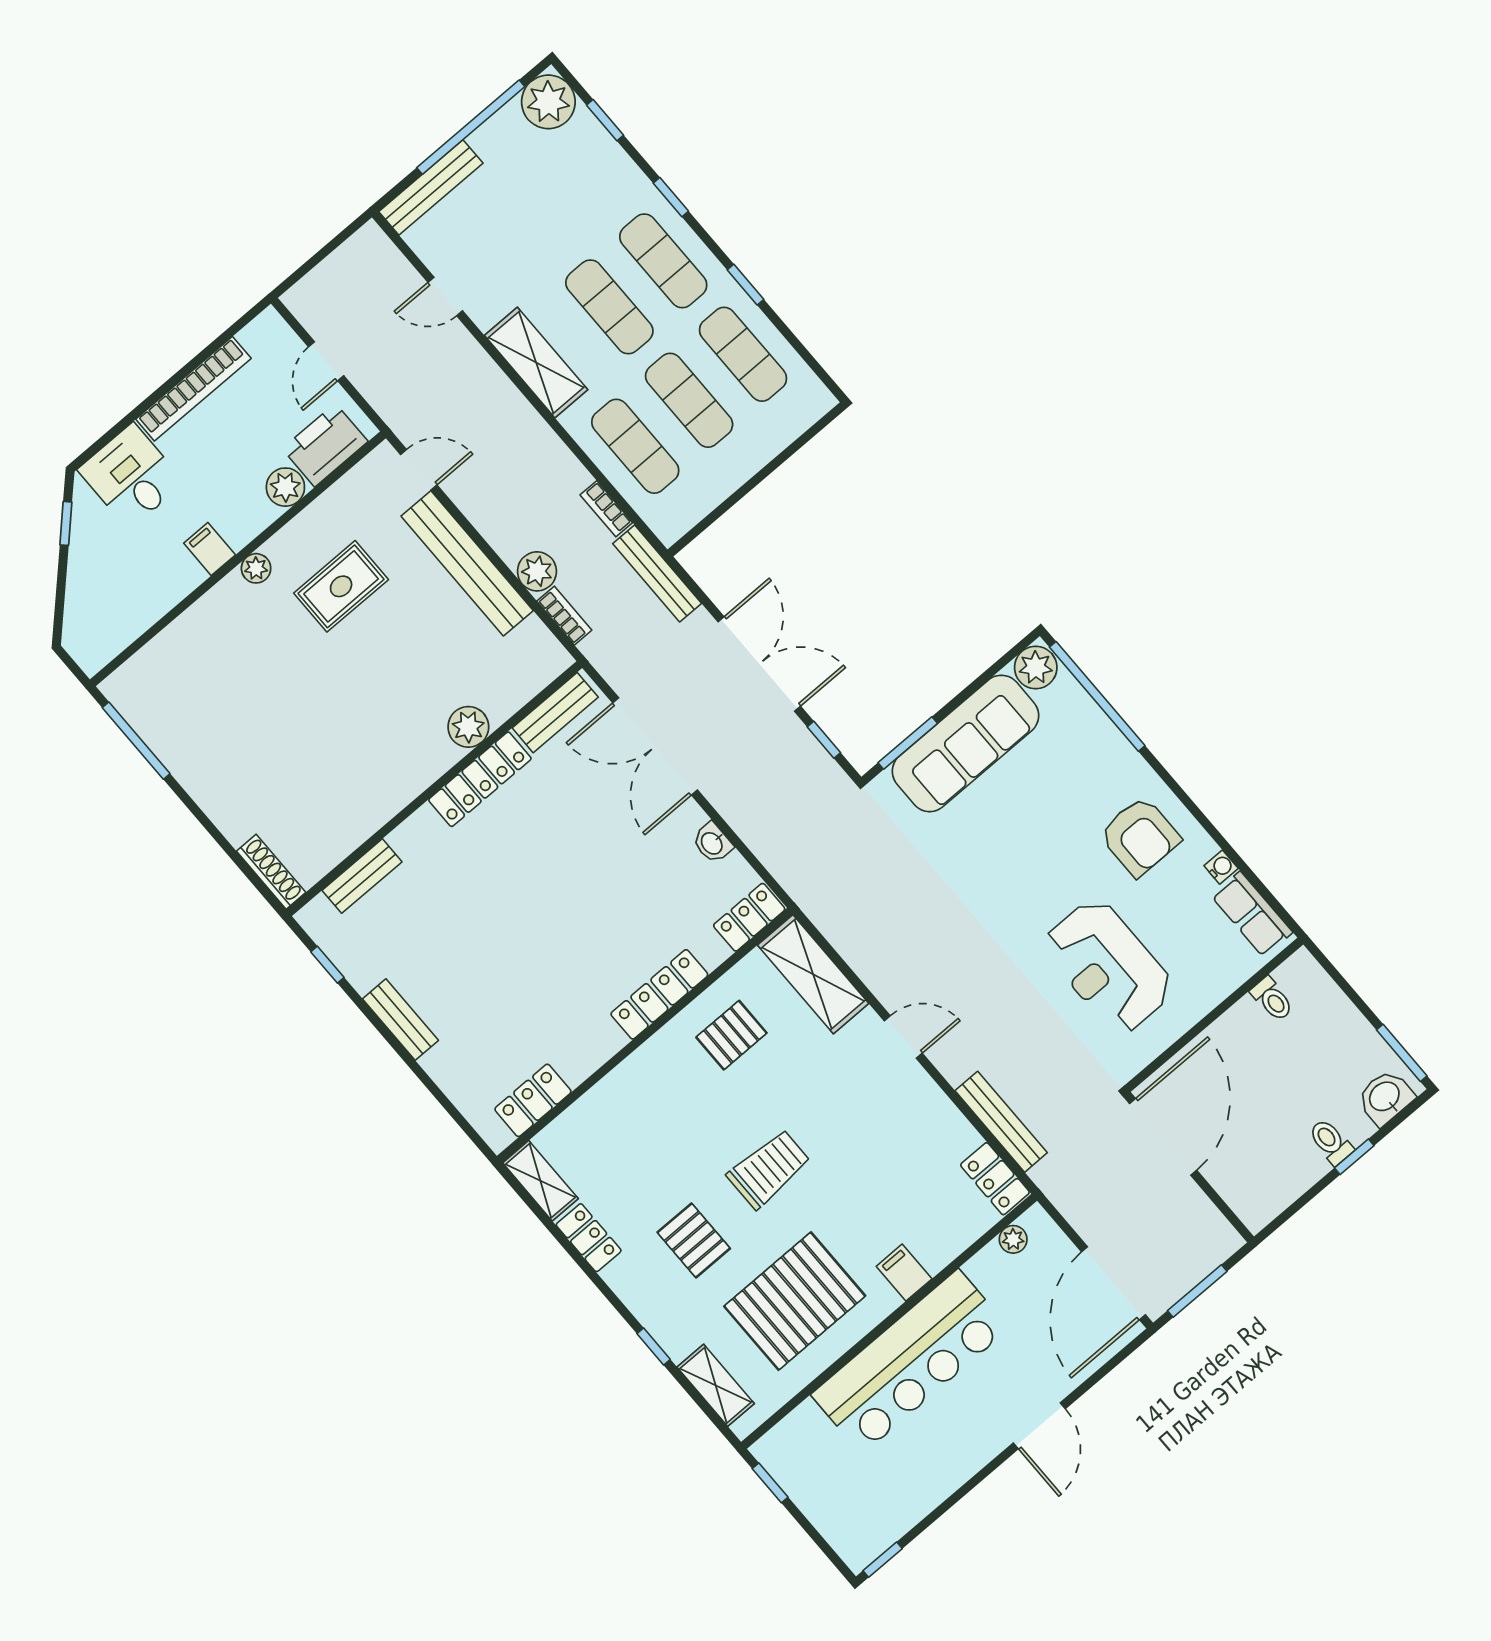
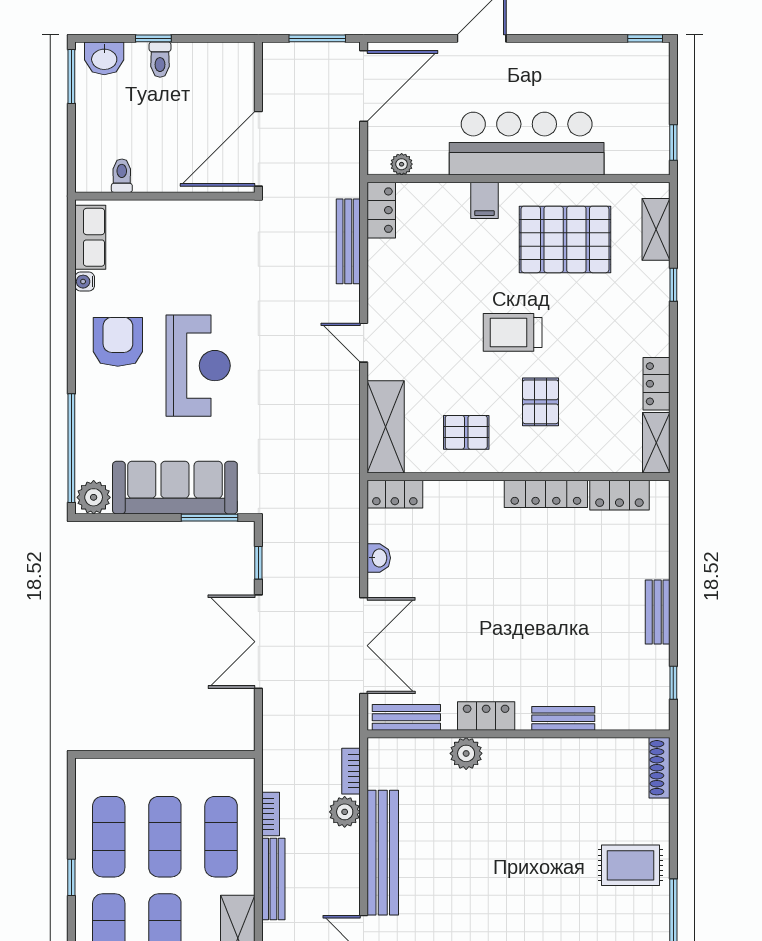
bench: (657, 573) -> (273, 879), moved
rug: (341, 586) -> (631, 865), moved
locker: (480, 779) -> (486, 716), width x0.66
bench: (362, 876) -> (563, 718), moved
reception desk: (1108, 966) -> (198, 366), moved
locker: (659, 994) -> (546, 494), moved
pallet: (694, 1240) -> (541, 402), moved

